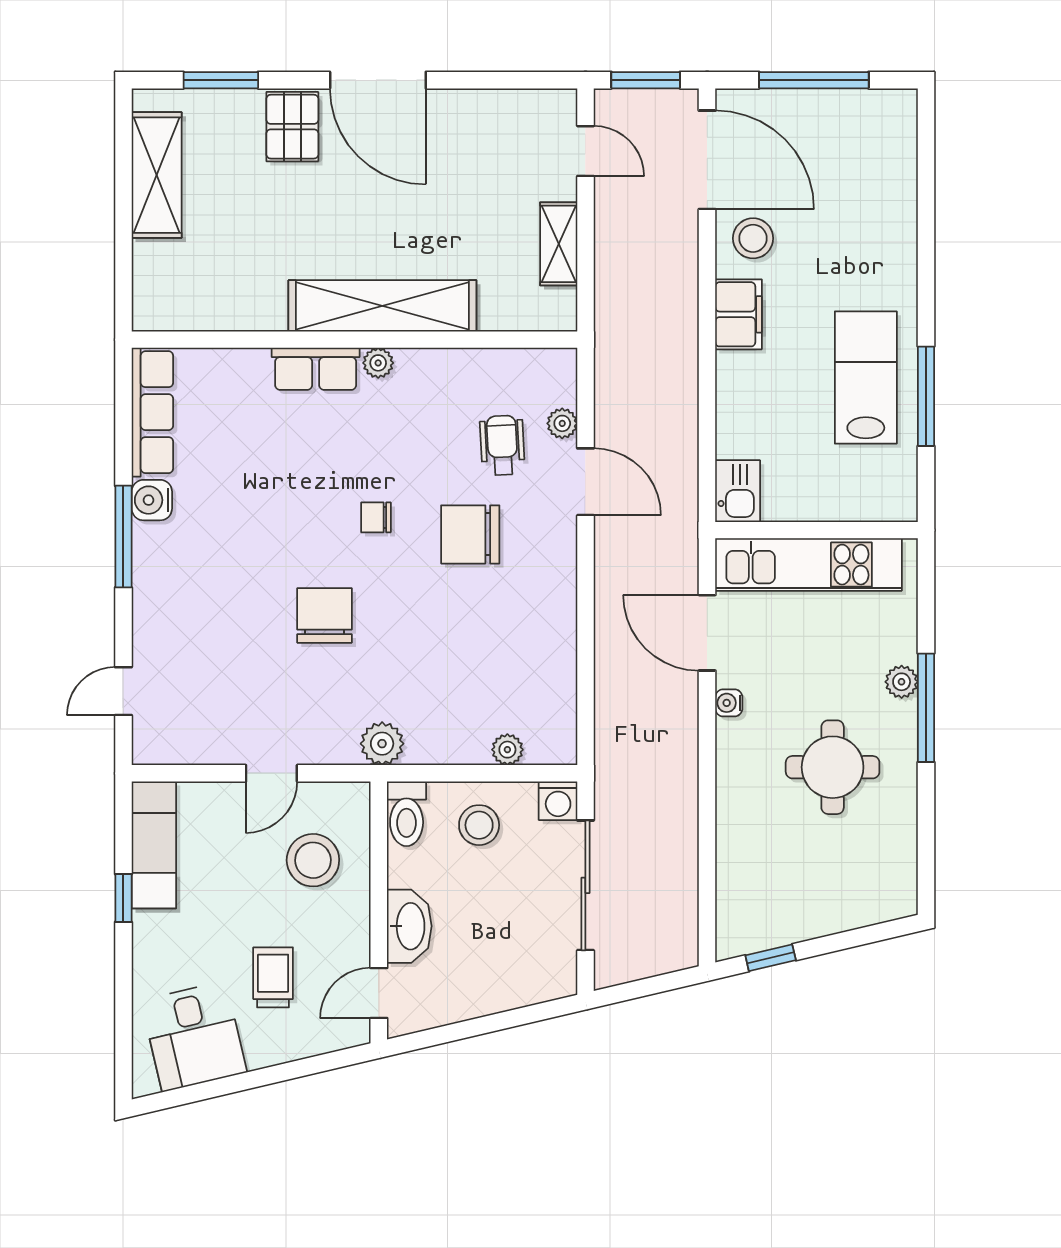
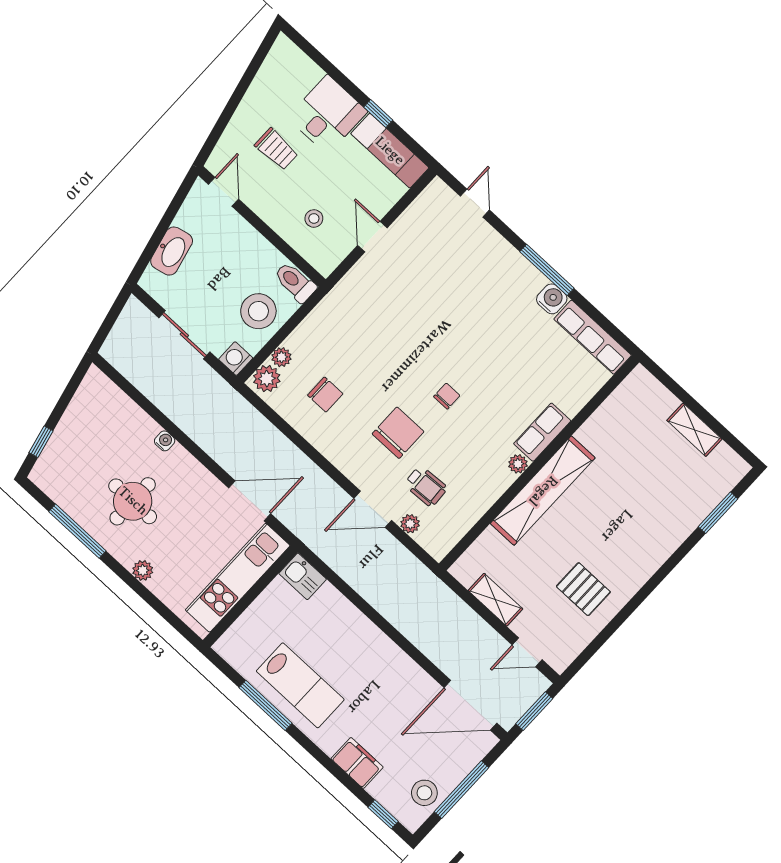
door: (378, 80) -> (650, 586), removed
pallet: (292, 127) -> (583, 589), moved
window: (926, 144) -> (383, 814), added
shelving: (157, 175) -> (694, 430), width x0.67, depth x0.75
stool: (753, 238) -> (424, 793), moved
filing cabinet: (739, 314) -> (357, 763), moved, turned 180
chair: (325, 615) -> (325, 395), moved, width x0.73, depth x0.73
water cooler: (729, 703) -> (165, 441), moved
window: (926, 708) -> (77, 531), moved
plant: (382, 744) -> (267, 379), moved
stool: (479, 825) -> (258, 311), width x1.38, depth x1.38
stool: (313, 860) -> (314, 218), width x0.53, depth x0.53
sliding door: (585, 885) -> (184, 335), width x0.73
washbasin: (409, 926) -> (172, 251), moved, turned -103
window: (771, 958) -> (41, 442), moved
desk: (194, 1036) -> (327, 115), moved, turned 103

